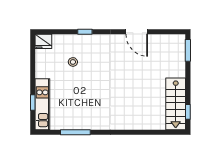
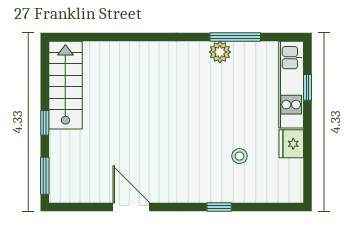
fridge: (43, 41) -> (291, 144), moved, turned -90
window: (188, 112) -> (45, 123), moved
plant: (84, 123) -> (220, 52), added

